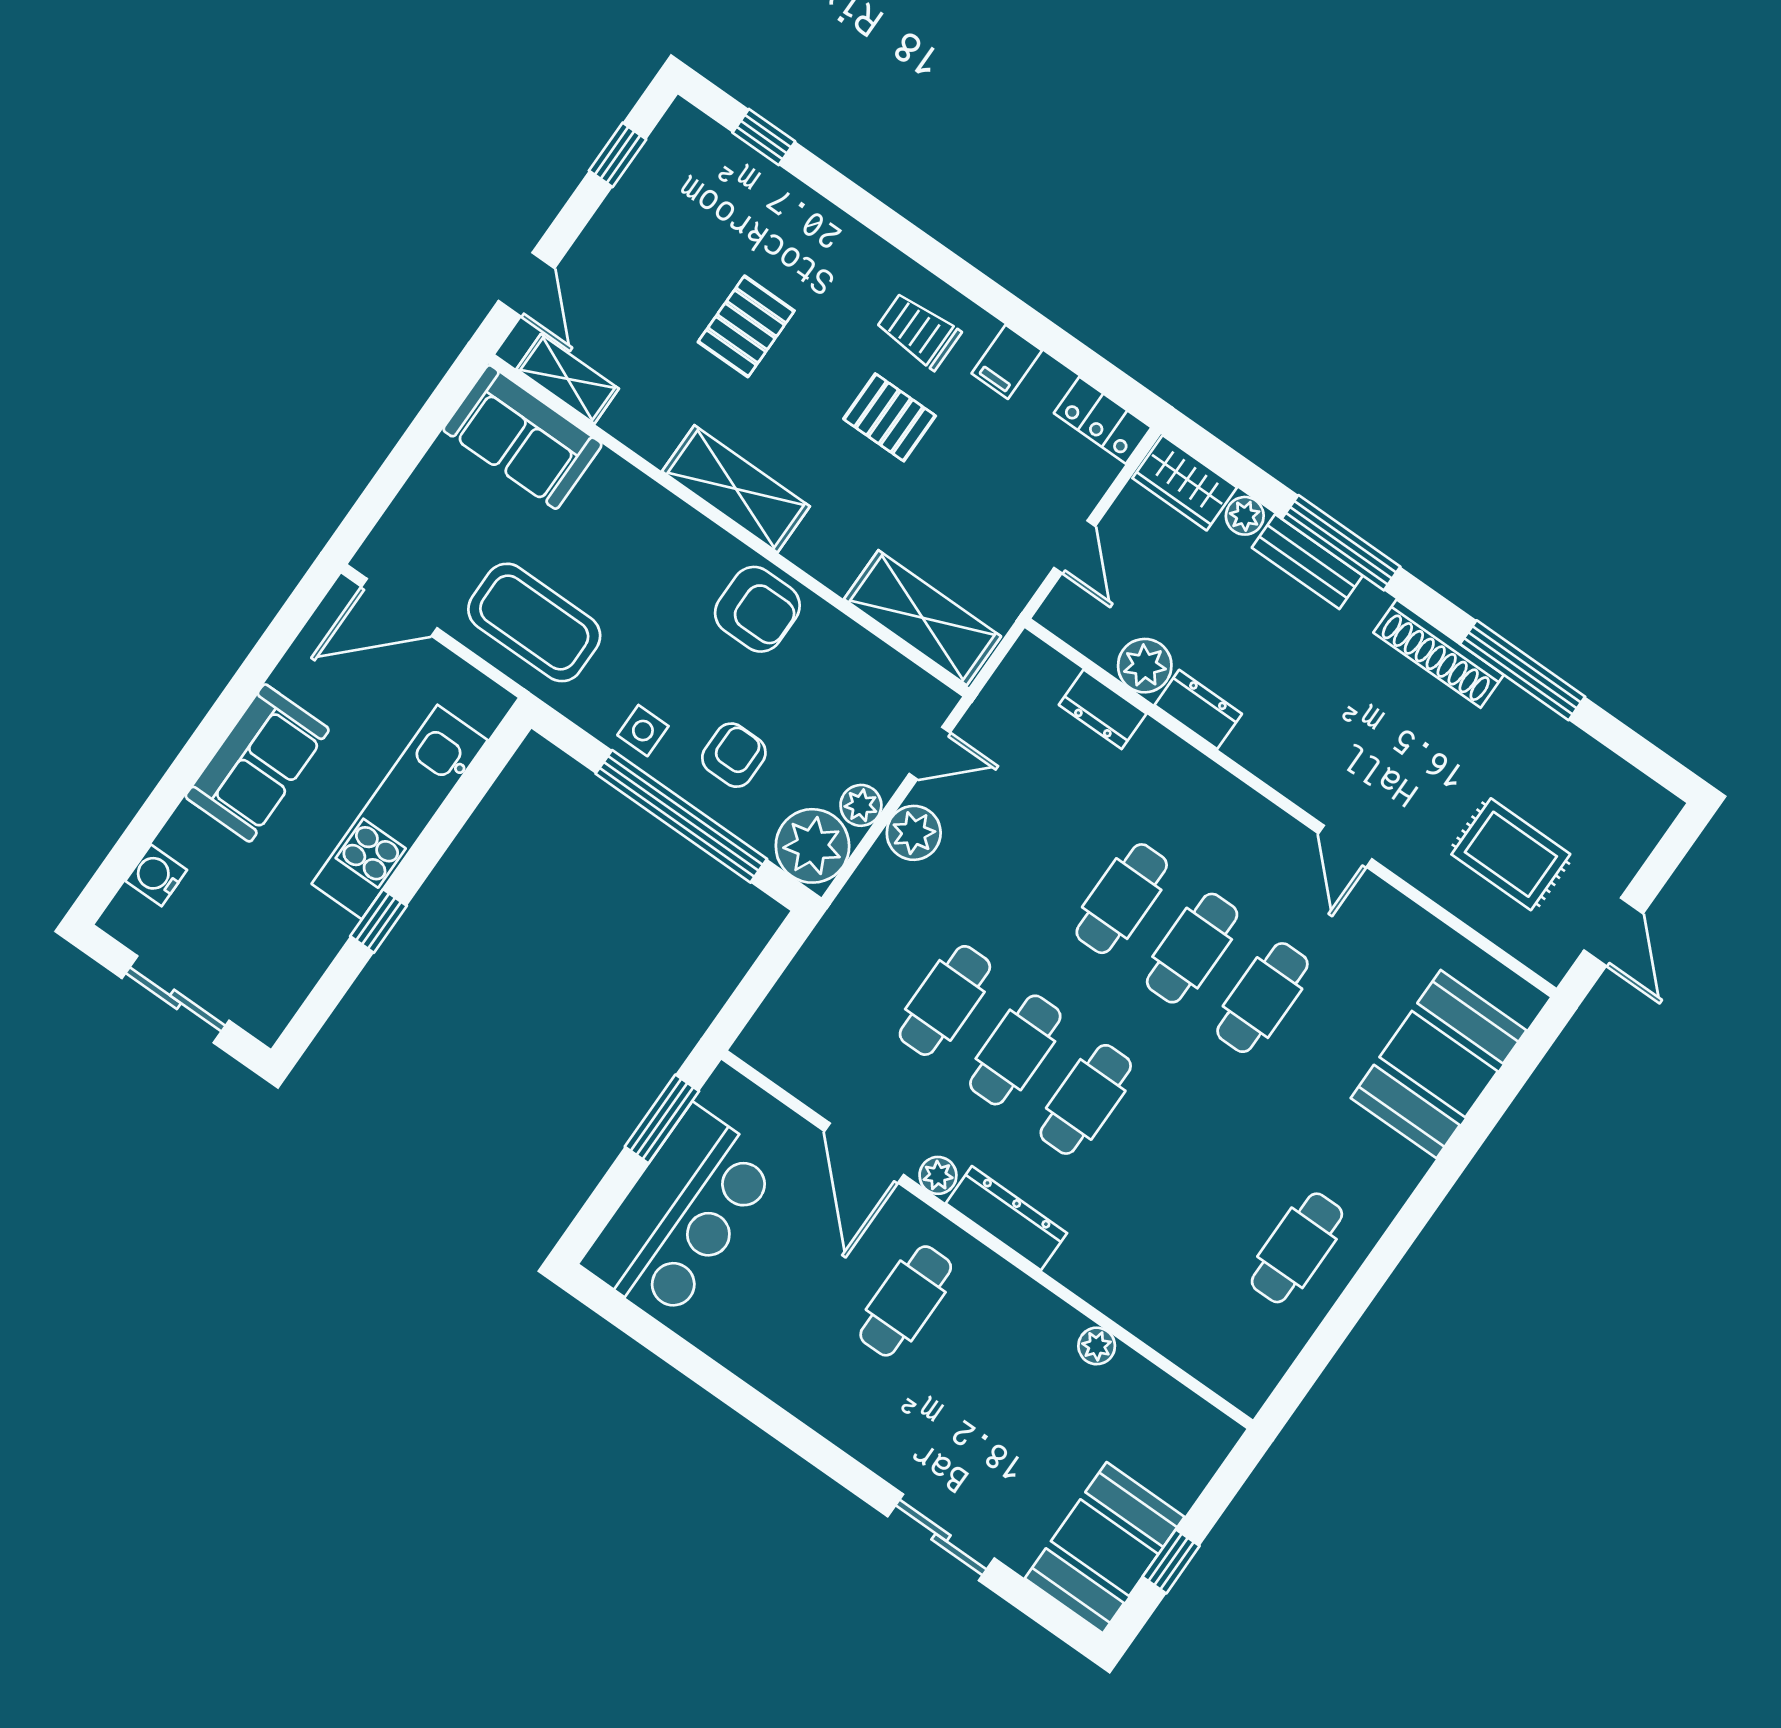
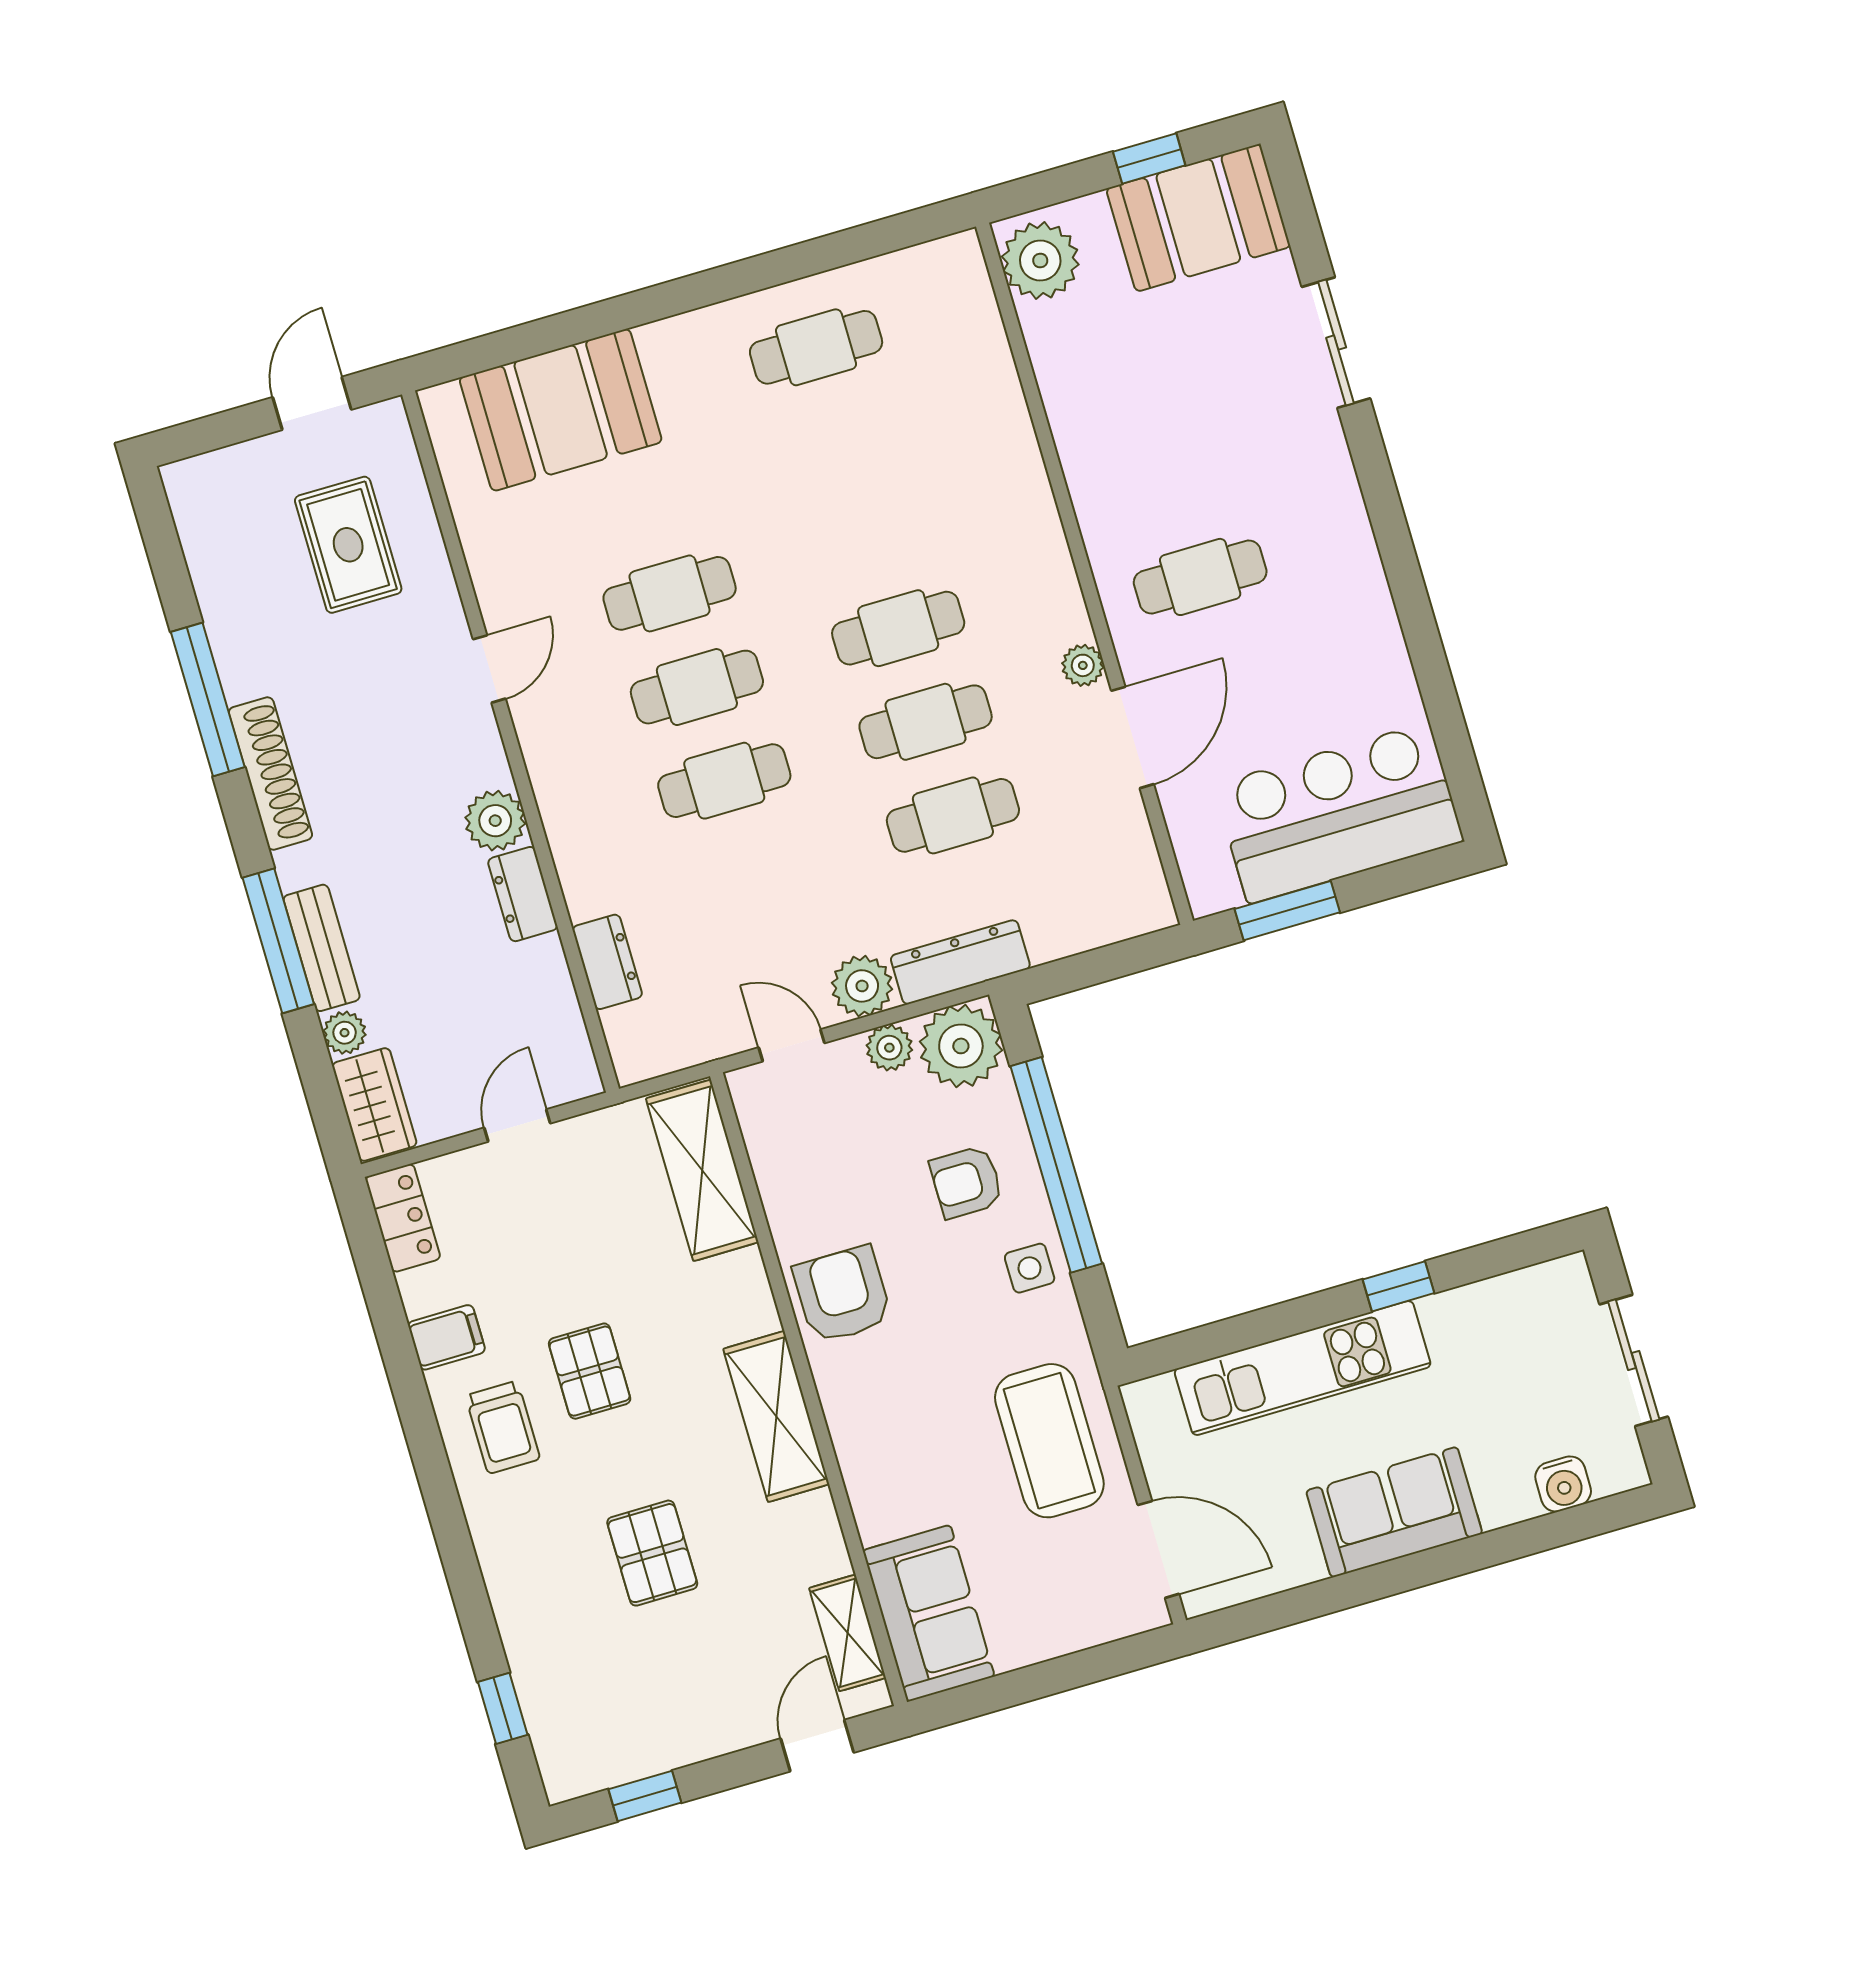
pallet: (746, 326) -> (652, 1553), turned 90
plant: (1145, 666) -> (495, 821), moved
dresser: (1006, 1218) -> (960, 962), moved, turned 90
plant: (1097, 1346) -> (1040, 260), moved, width x1.88, depth x1.88

